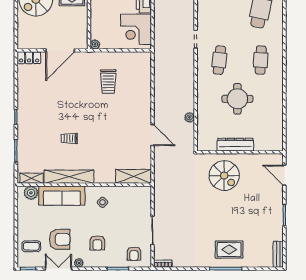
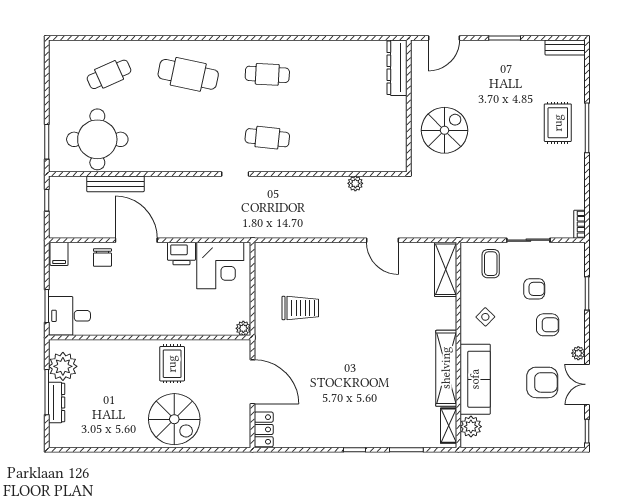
round table: (237, 99) -> (327, 110), removed
door: (153, 135) -> (382, 240), swing flipped
trolley: (69, 138) -> (388, 368), removed
dresser: (235, 145) -> (397, 68), moved
armchair: (60, 239) -> (542, 382), turned 90
coffee table: (31, 246) -> (491, 264), moved
armchair: (134, 254) -> (534, 289), moved

